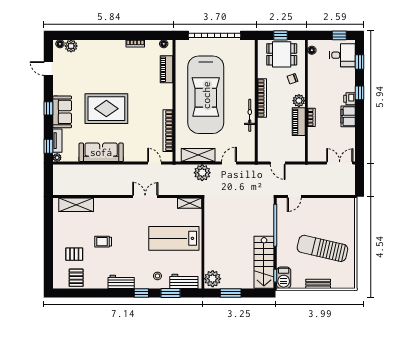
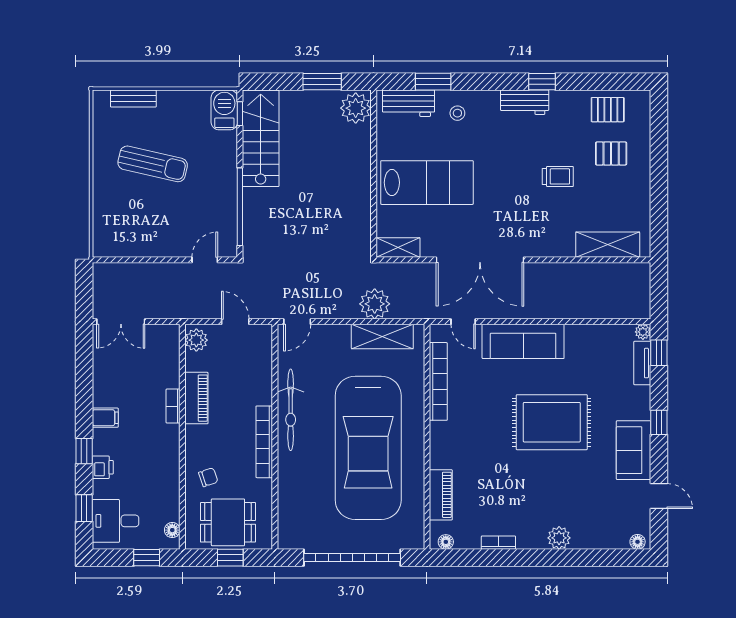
window: (339, 35) -> (147, 558), moved
plant: (71, 46) -> (559, 538), moved
car: (206, 95) -> (368, 448), turned 180
printer: (349, 99) -> (103, 467), moved
plant: (299, 101) -> (196, 340), moved
sofa: (62, 112) -> (634, 450), moved
bicycle: (250, 115) -> (291, 410), width x1.37, depth x1.40
filing cabinet: (348, 116) -> (105, 418), width x0.50
sofa: (101, 152) -> (523, 341), moved
door: (229, 163) -> (297, 322), moved
double door: (145, 196) -> (480, 260), width x1.87
sun lounger: (322, 248) -> (153, 164), width x0.73, depth x0.75
pallet: (76, 278) -> (608, 110), turned 90
bench: (318, 284) -> (133, 98), moved
window: (141, 293) -> (542, 82), moved

